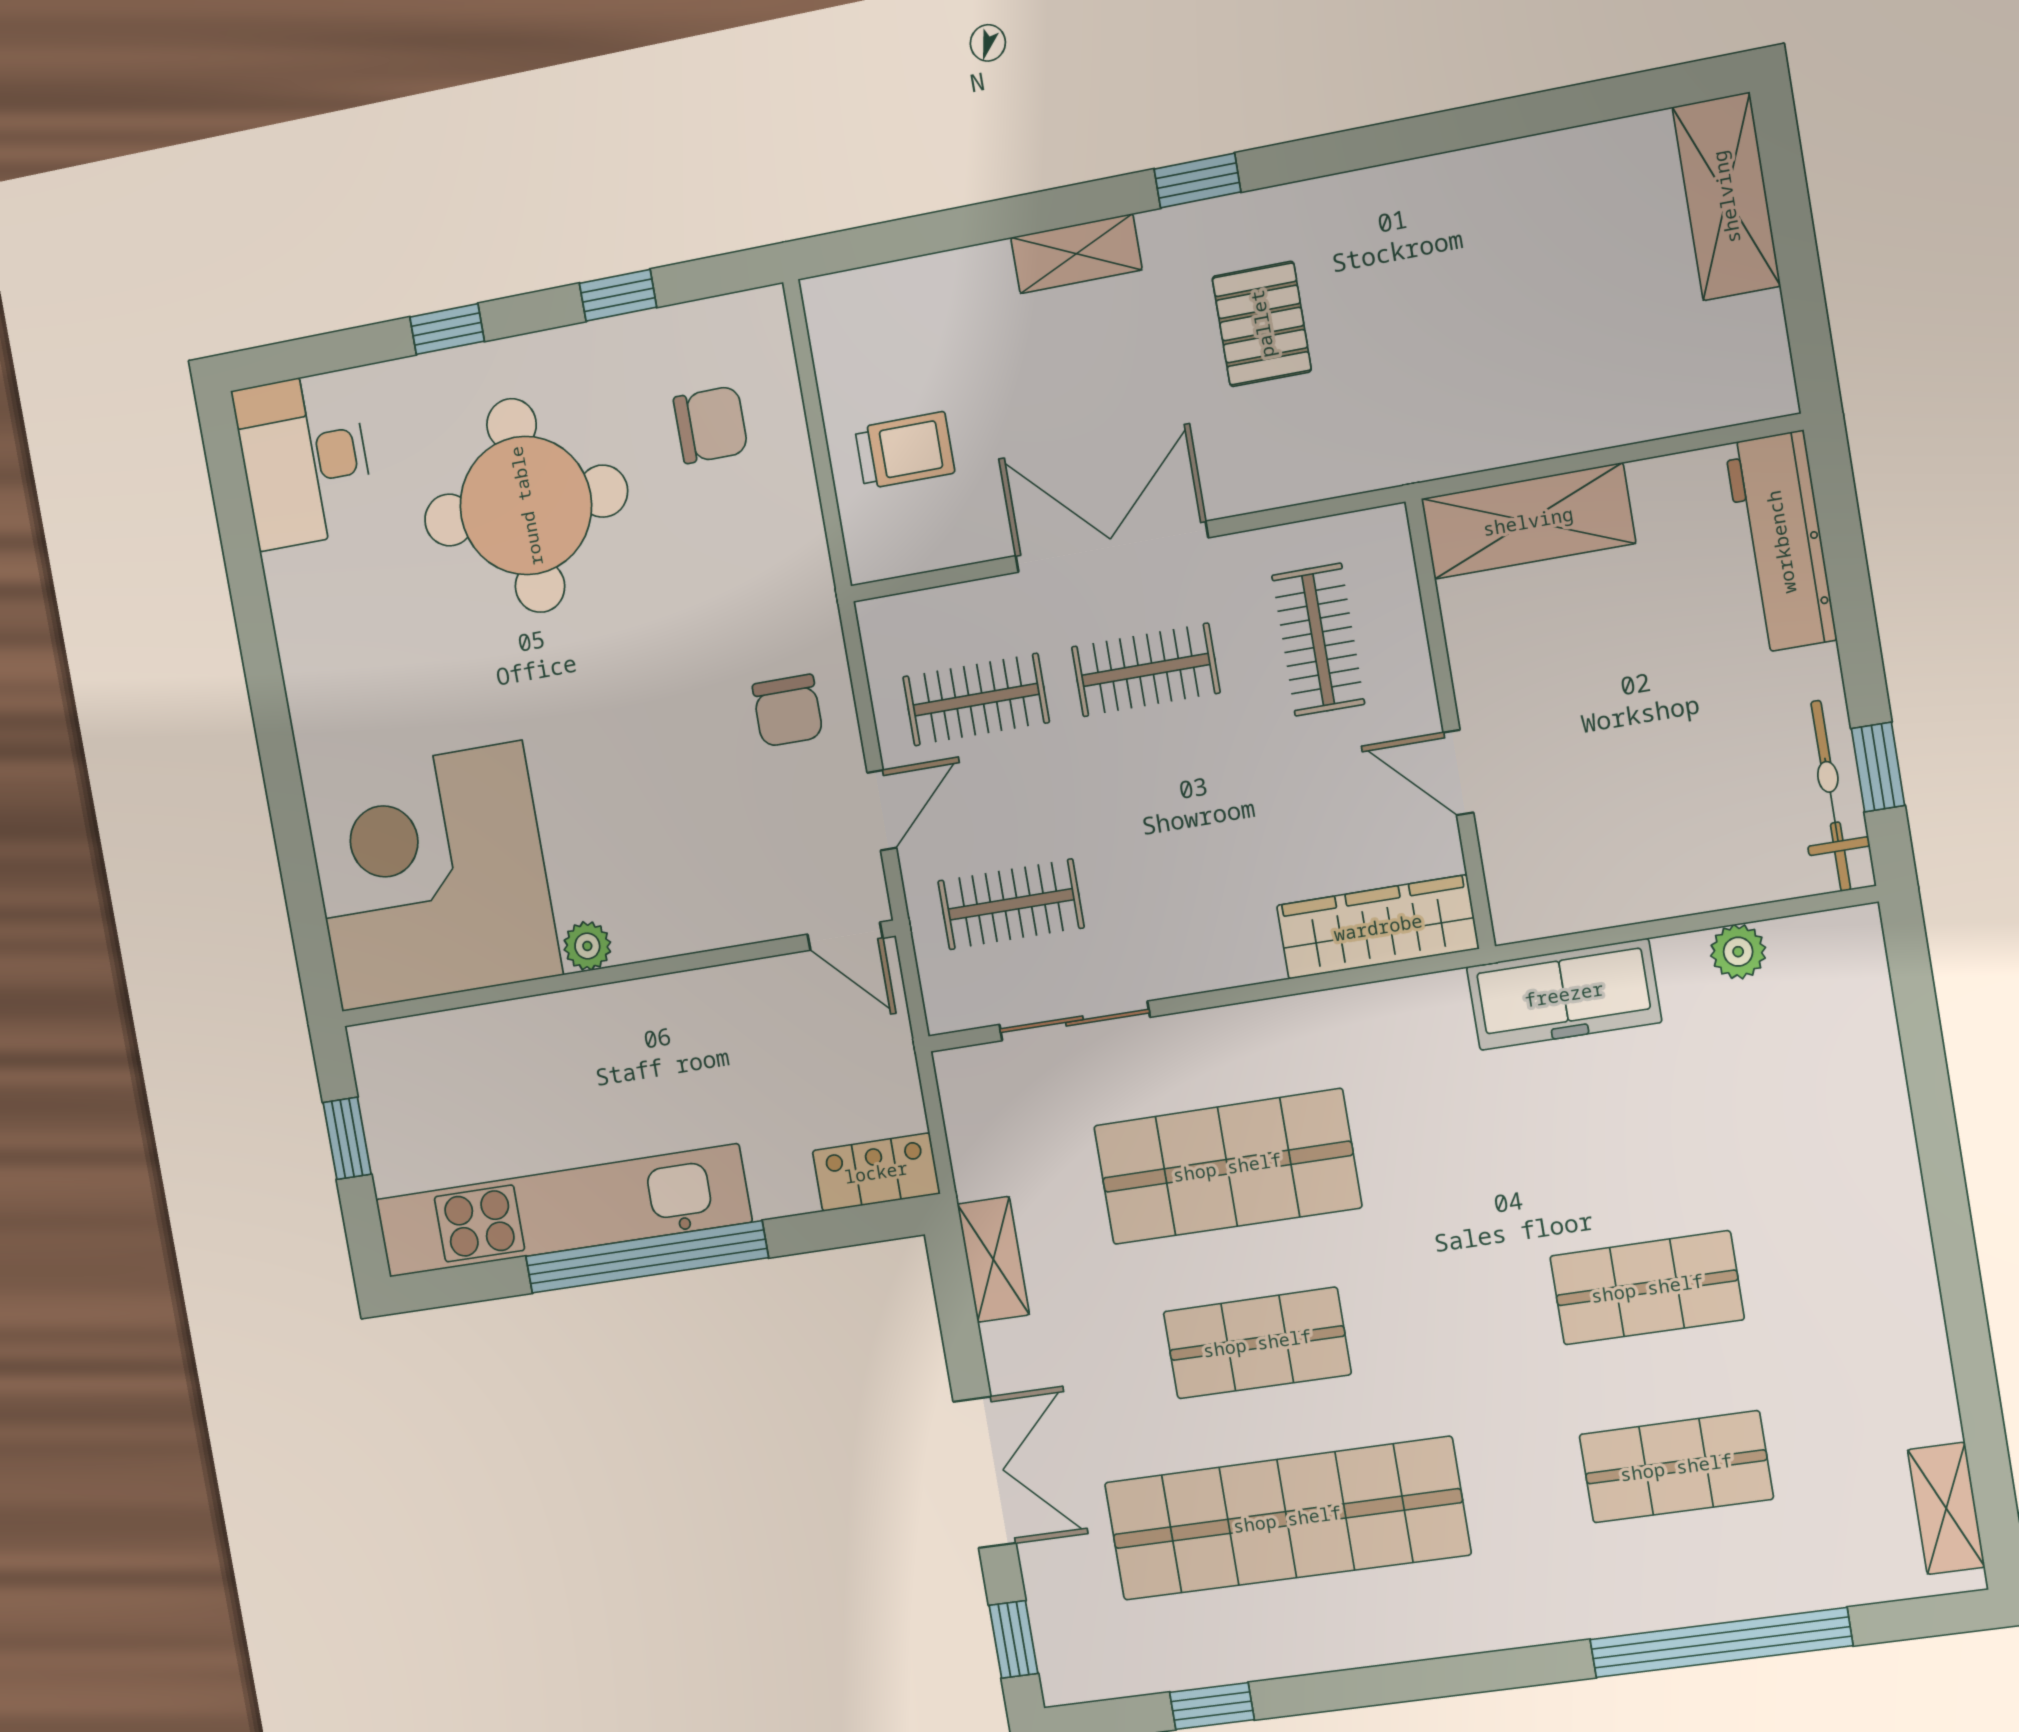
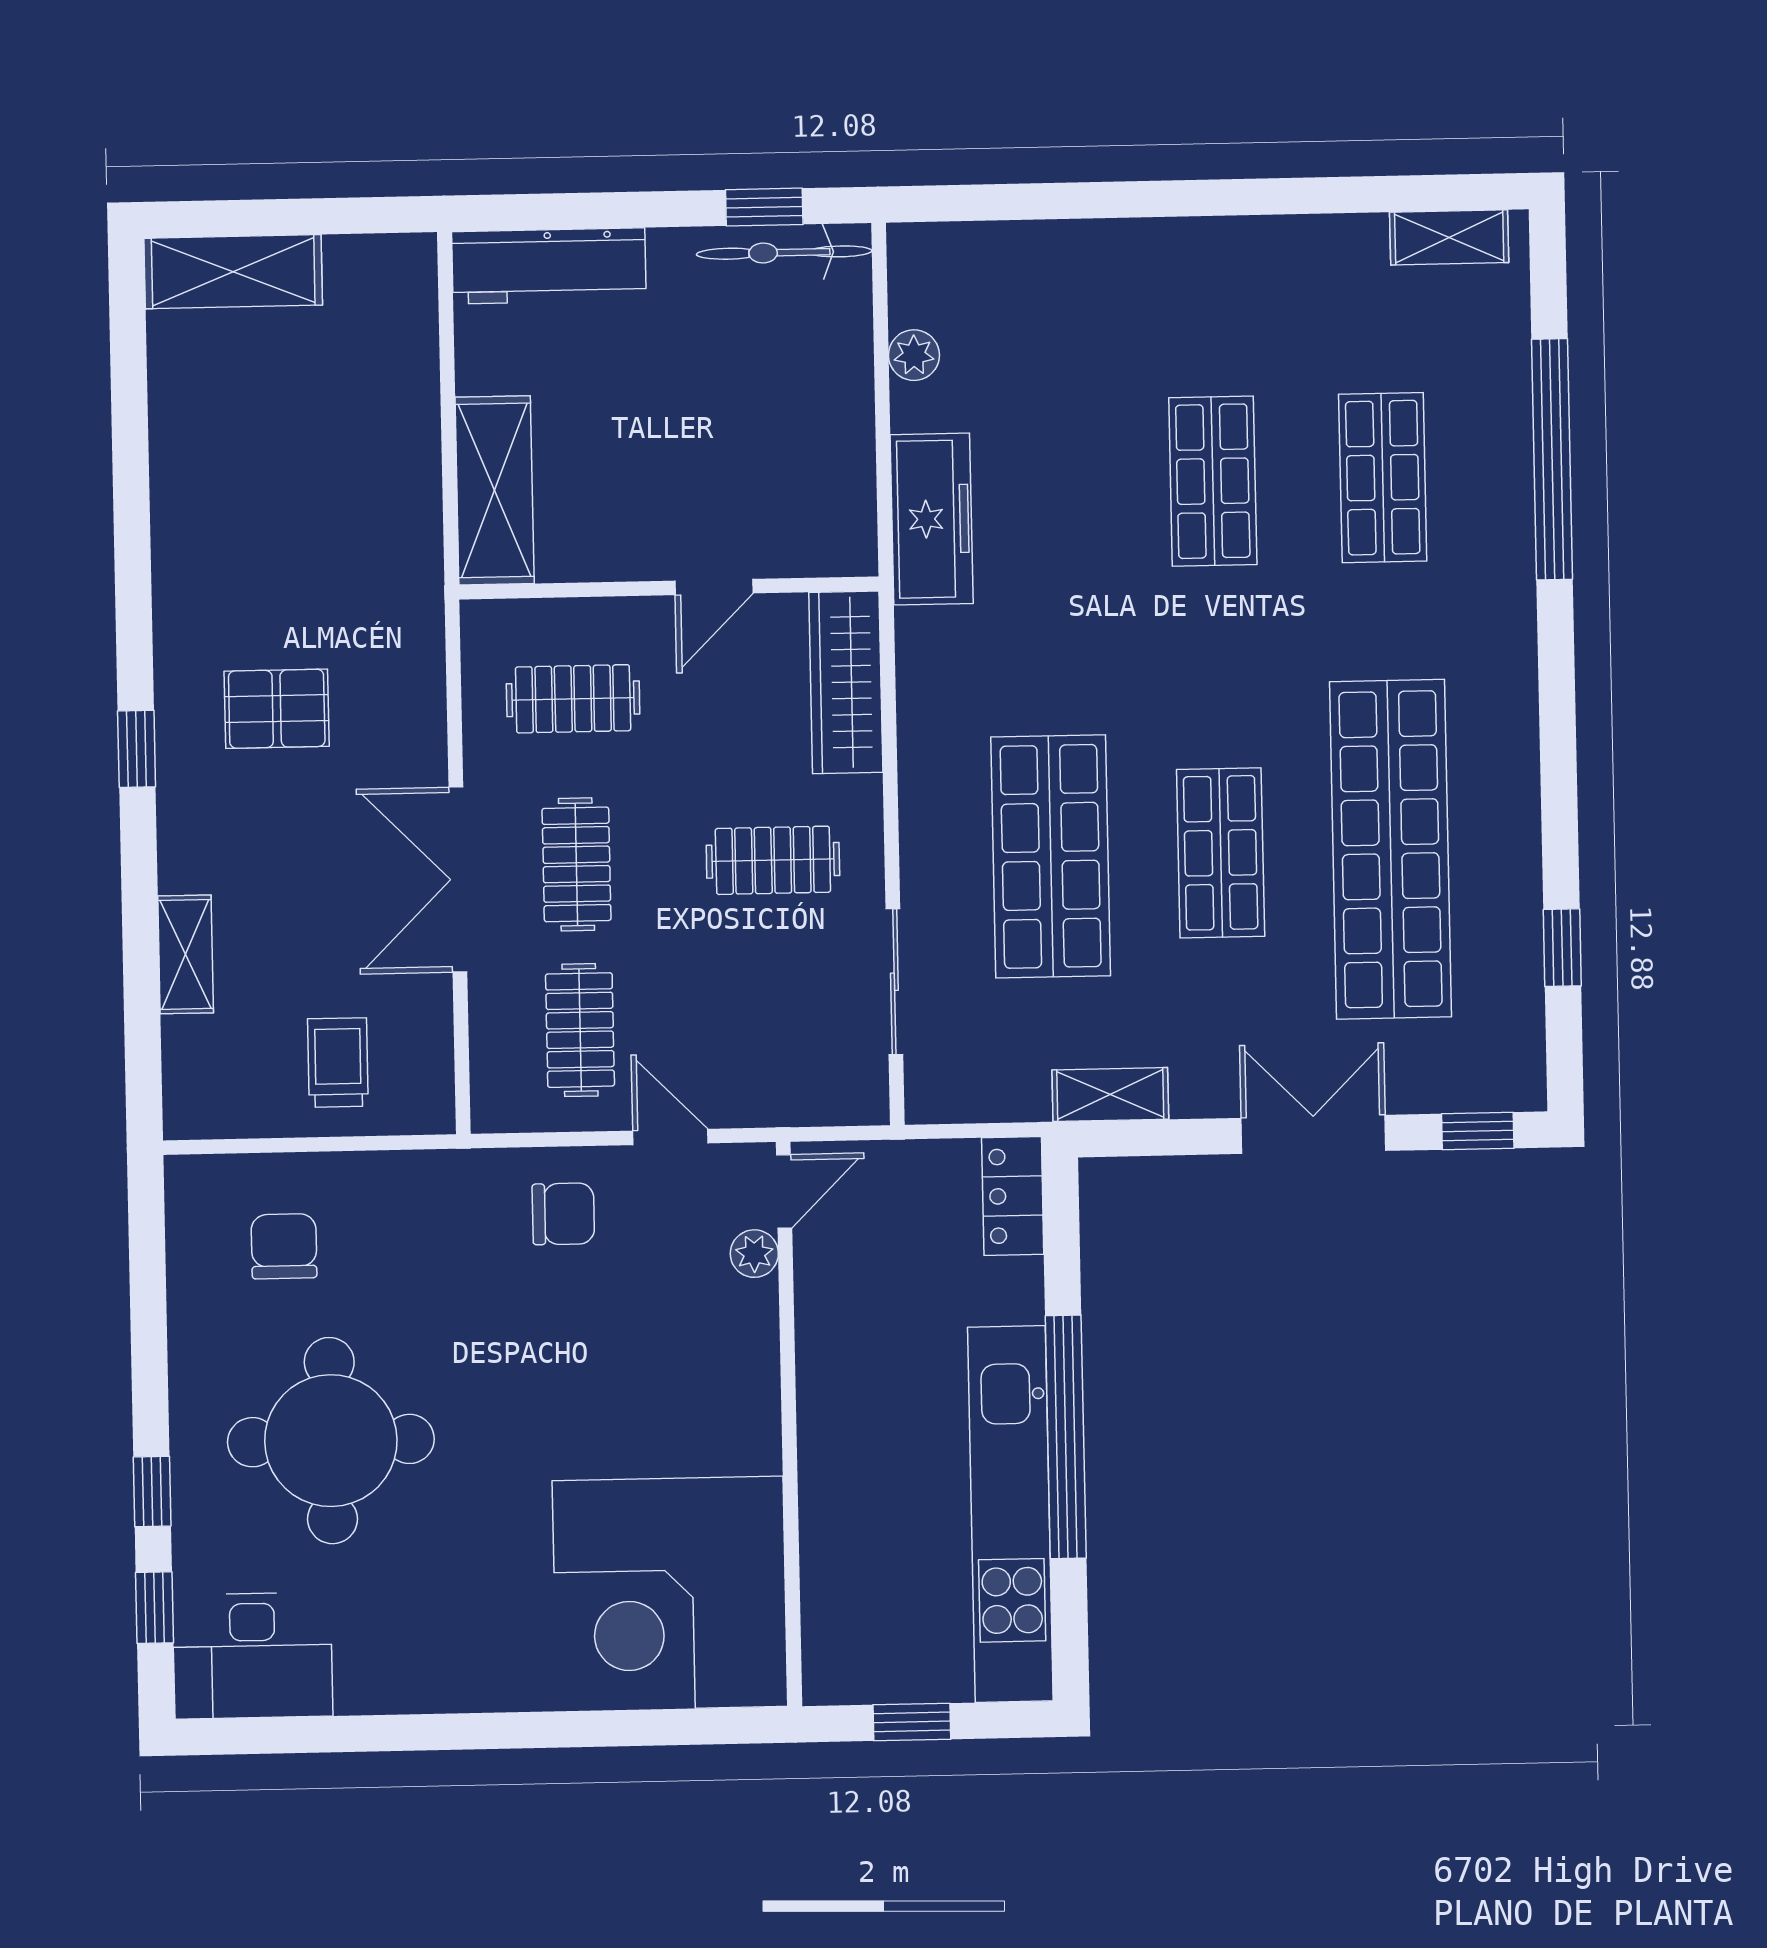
shelving: (1076, 254) -> (186, 954), moved
window: (618, 295) -> (155, 1608), moved
clothes rail: (1011, 904) -> (773, 860), moved, turned 90
plant: (587, 946) -> (754, 1254), moved

